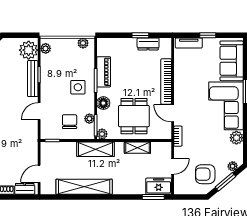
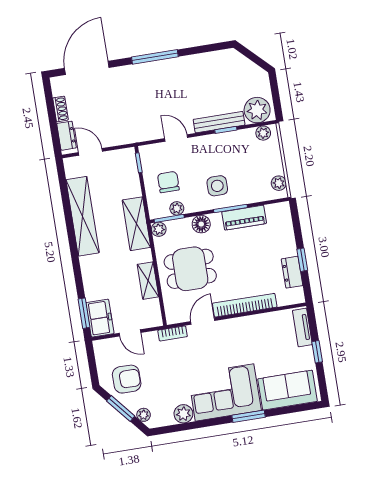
chair: (70, 122) -> (168, 182), turned -90
armchair: (205, 174) -> (127, 379), turned 90

